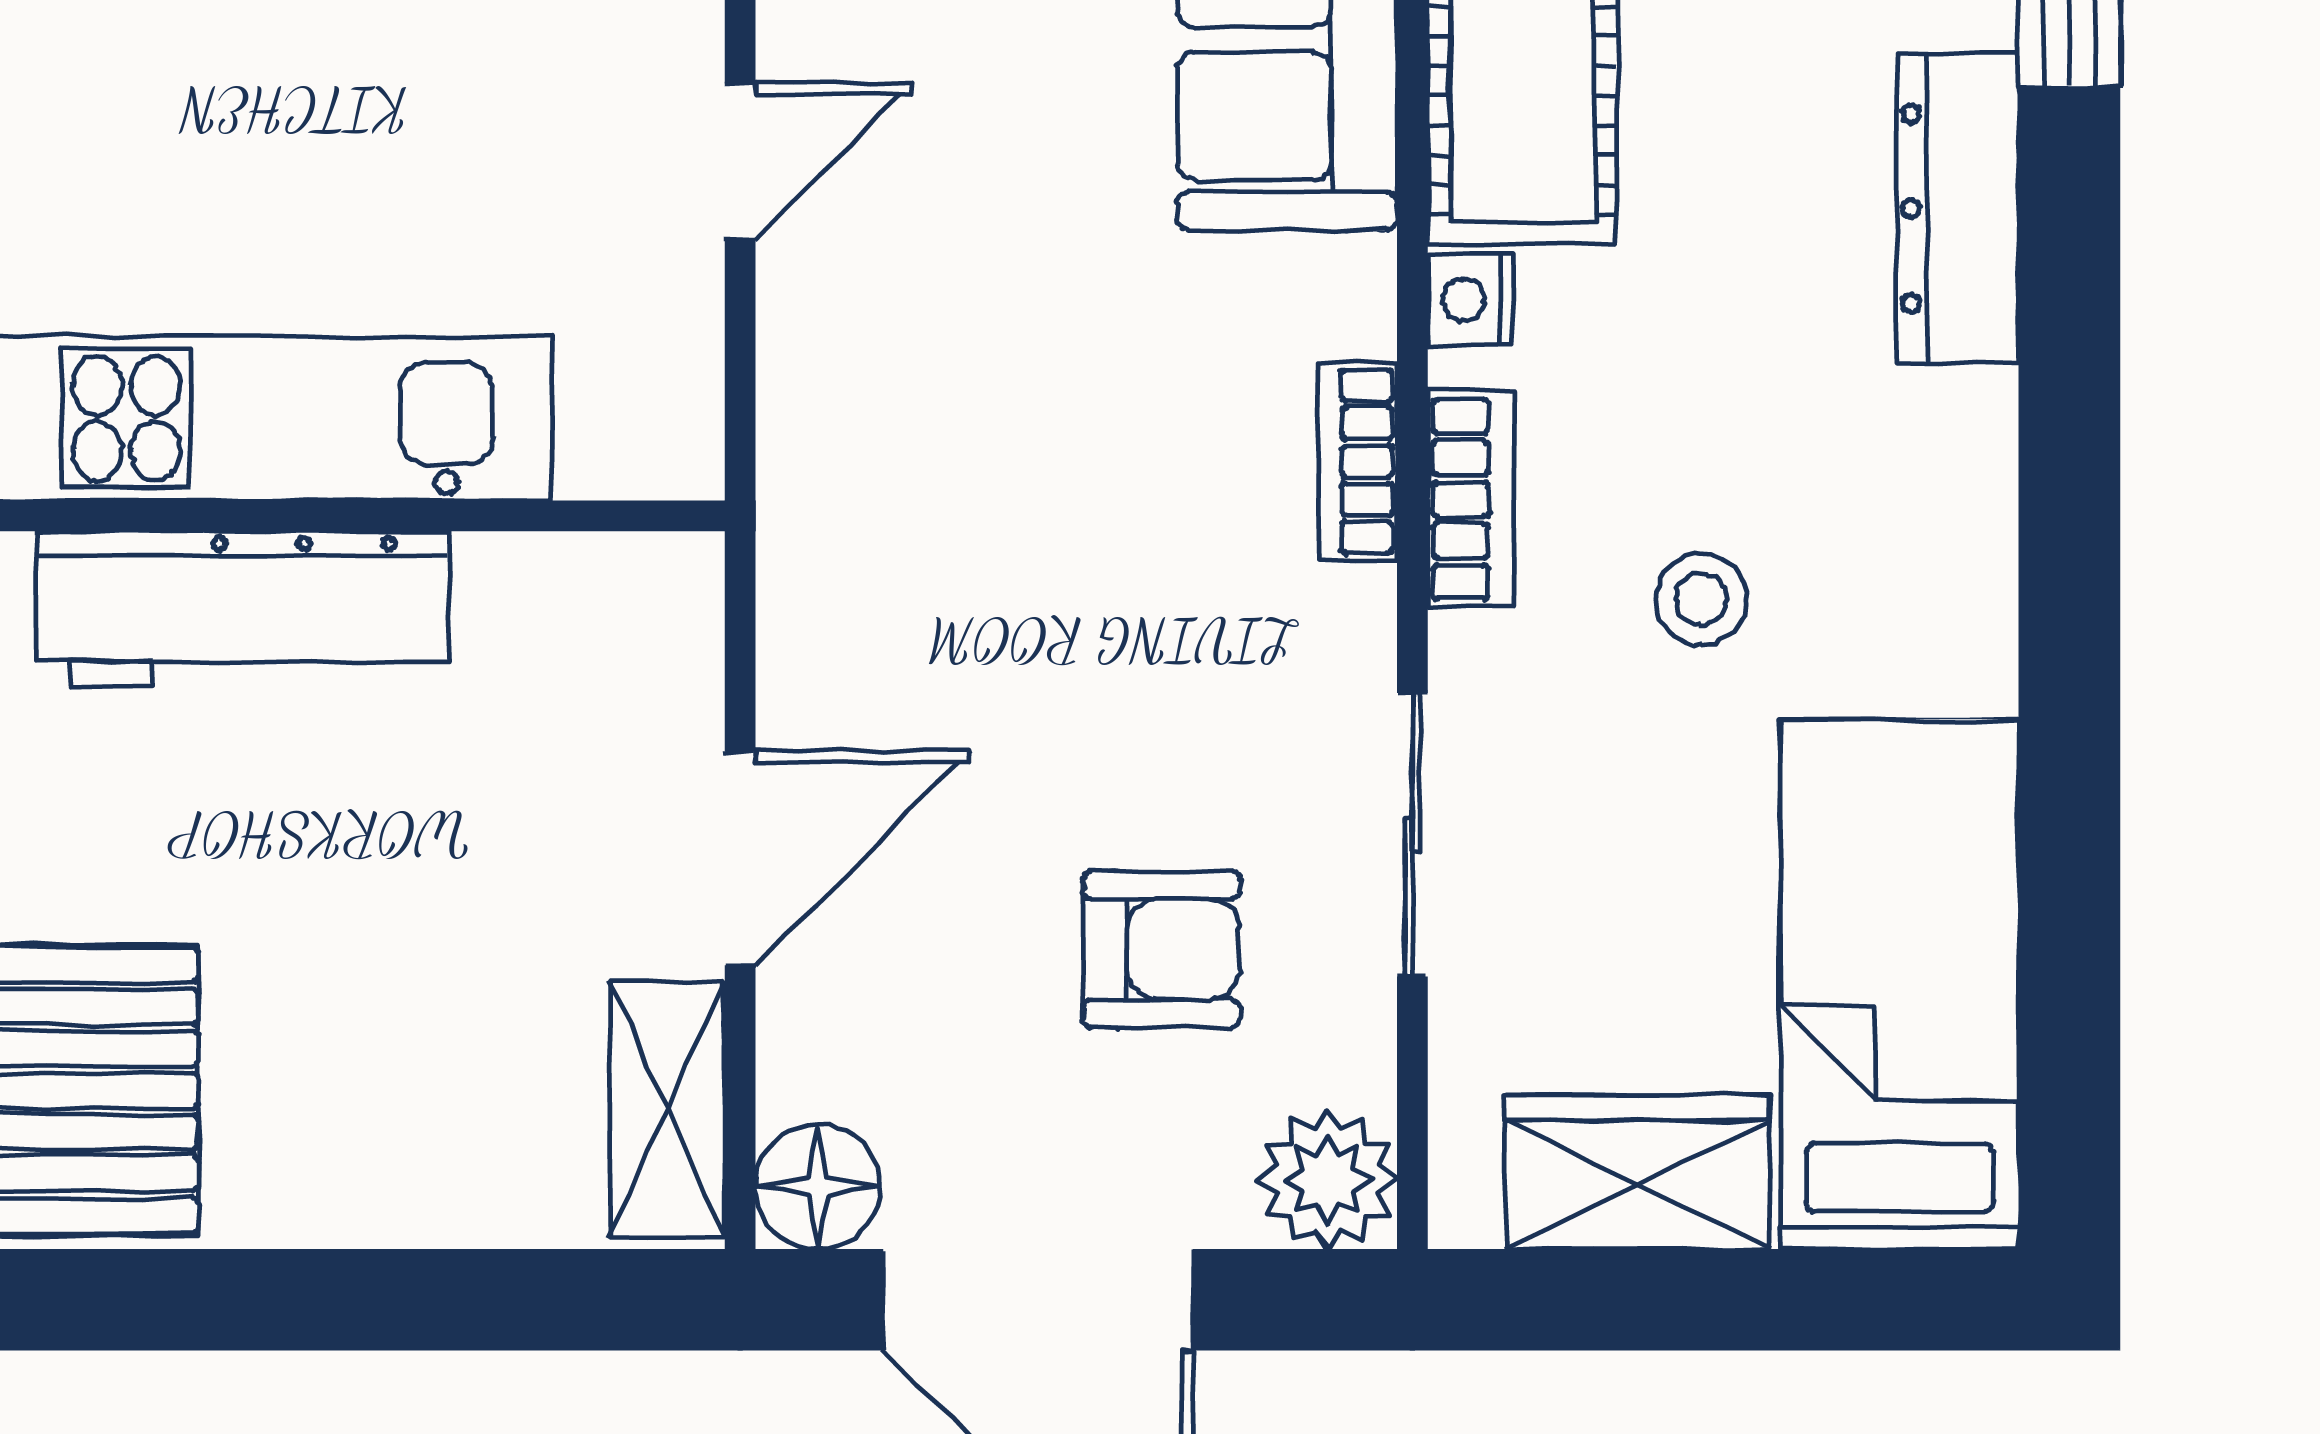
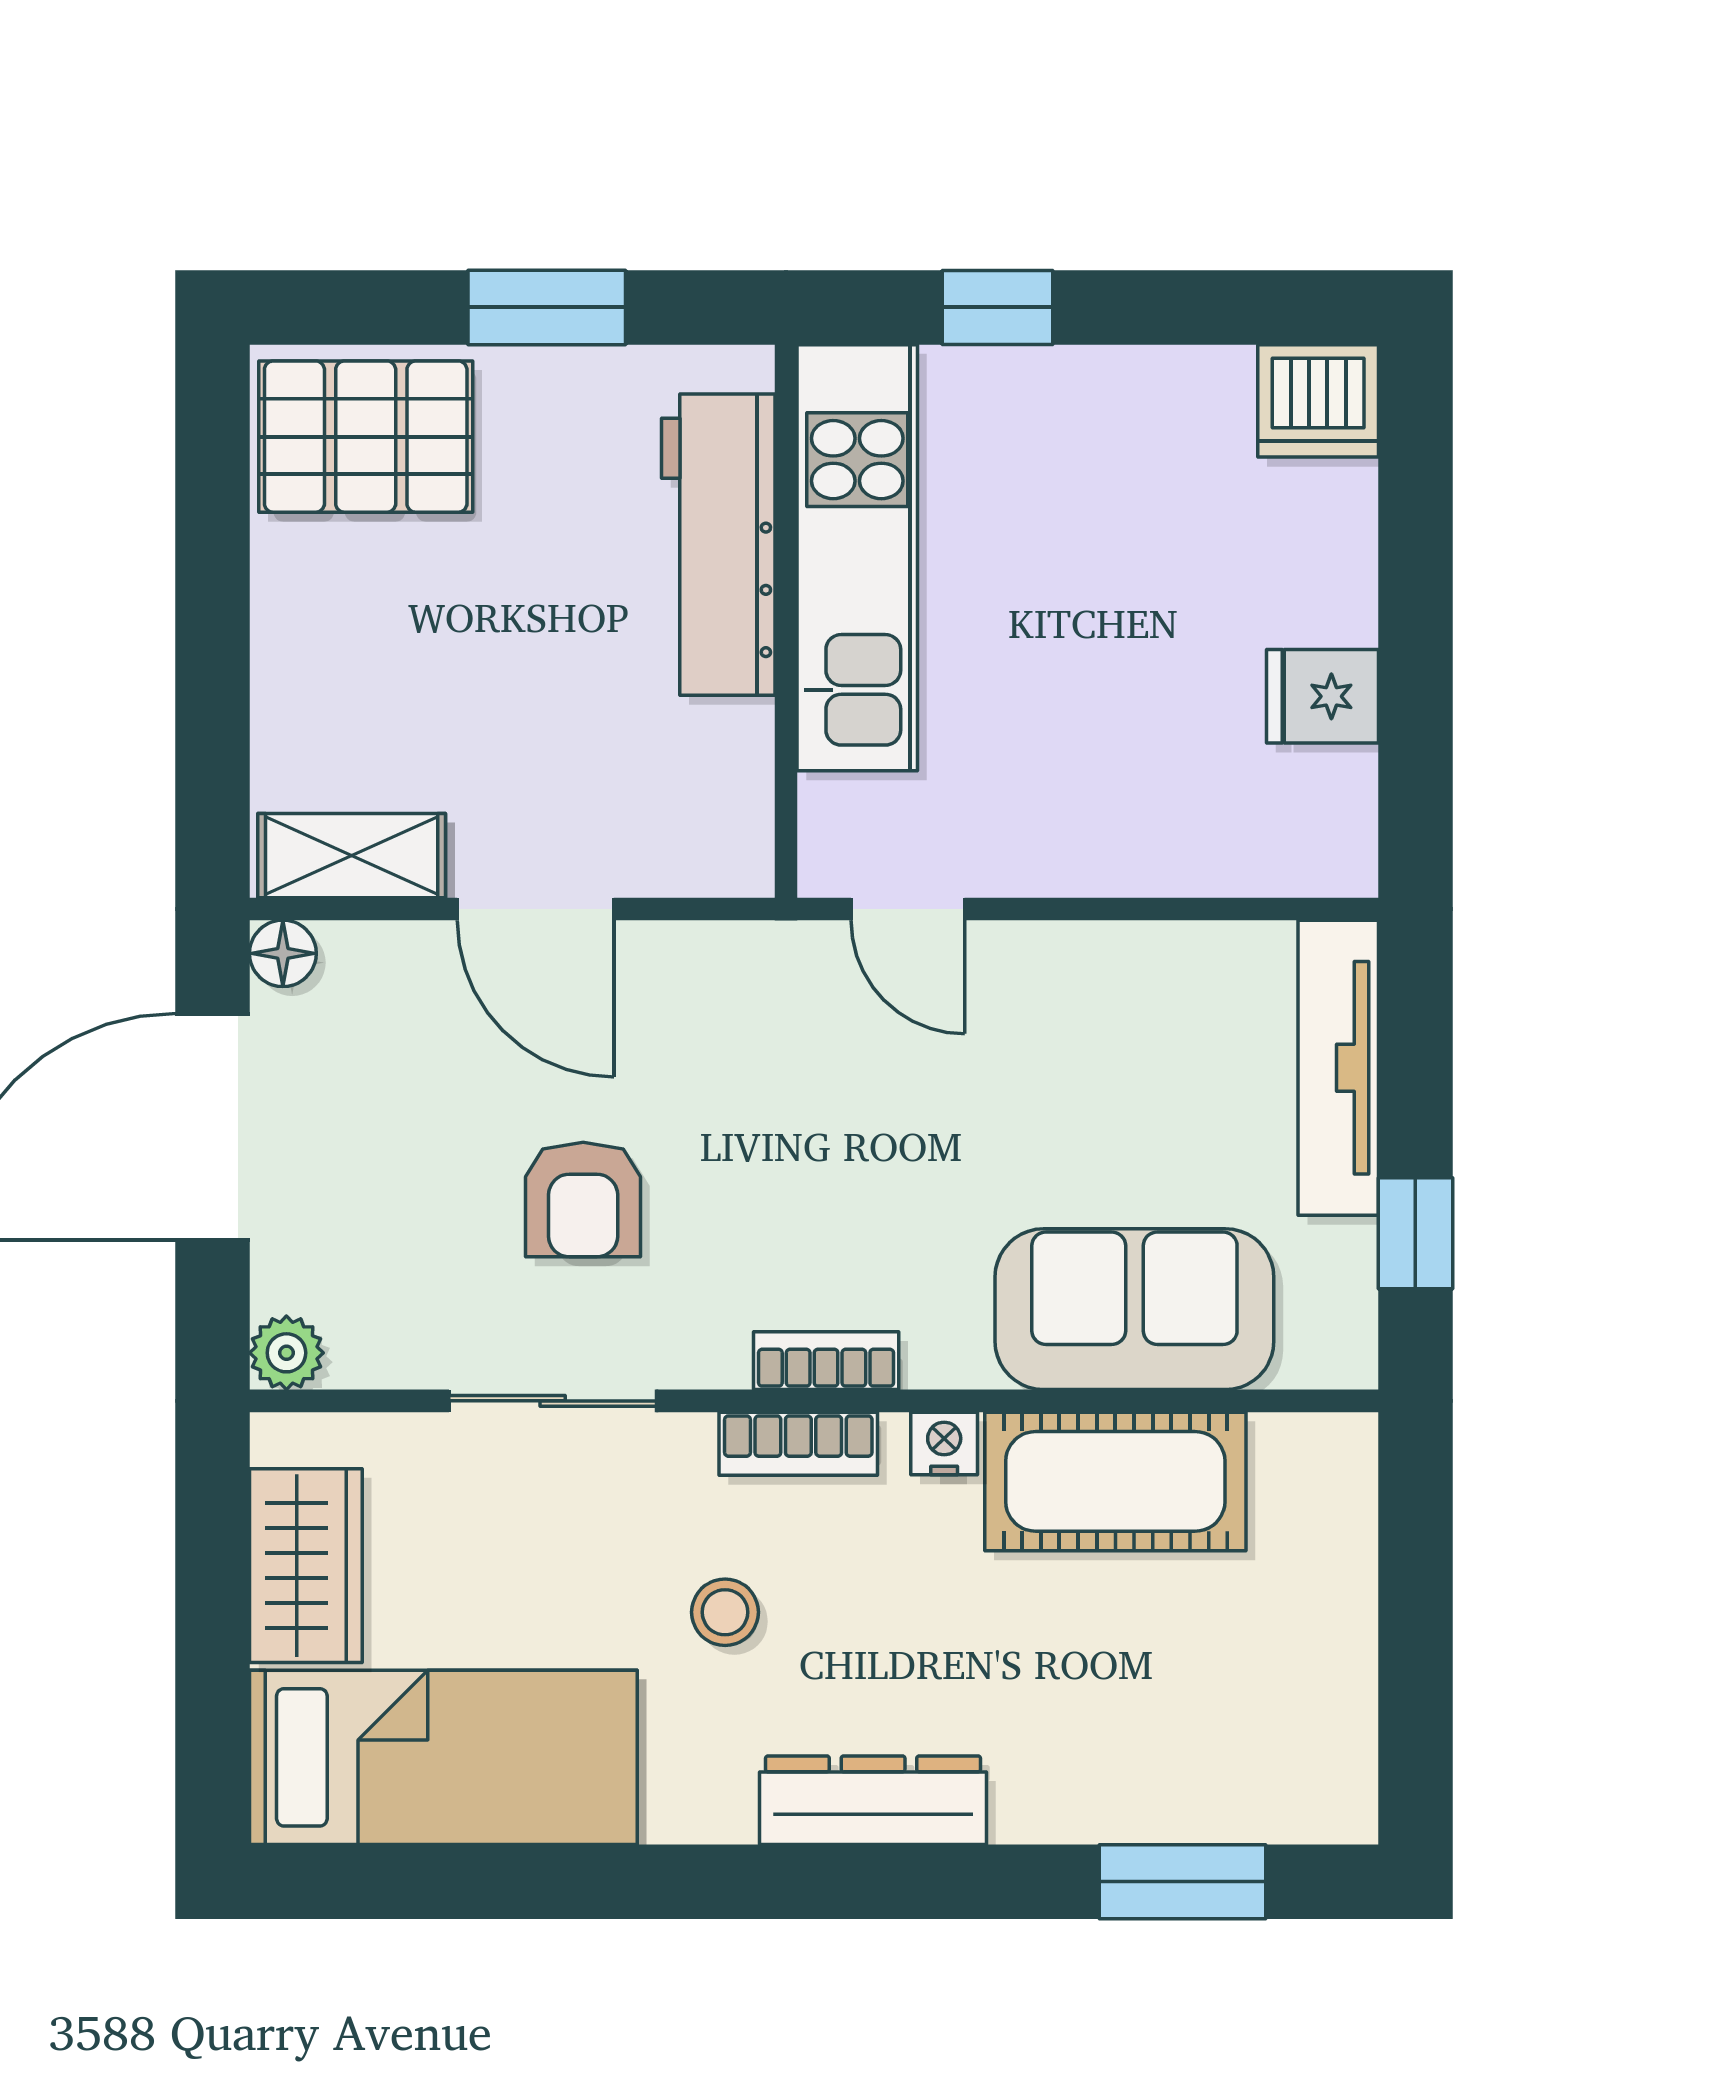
door: (740, 161) -> (908, 909), moved
dresser: (1958, 208) -> (873, 1800), moved
armchair: (1161, 949) -> (583, 1199), moved
plant: (1328, 1180) -> (286, 1353), width x0.73, depth x0.73
floor lamp: (818, 1187) -> (283, 953), width x0.73, depth x0.73

